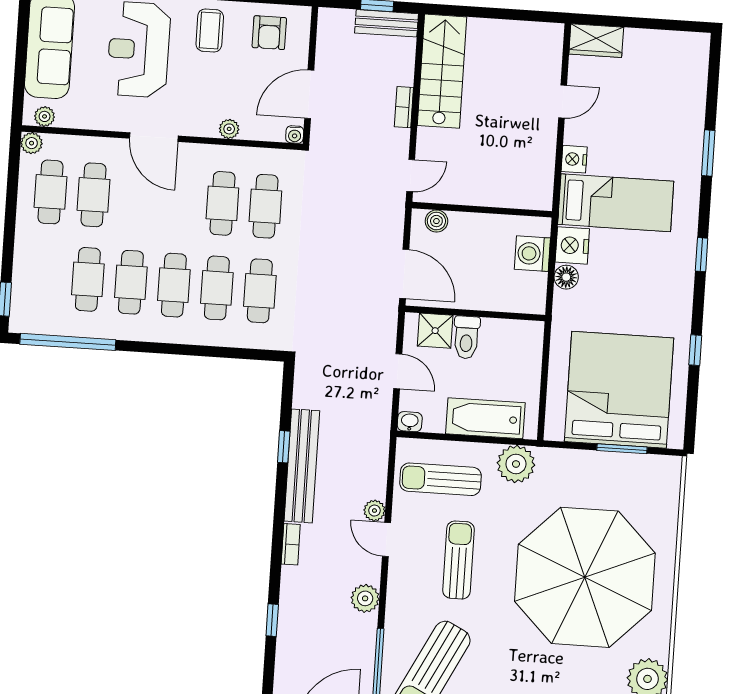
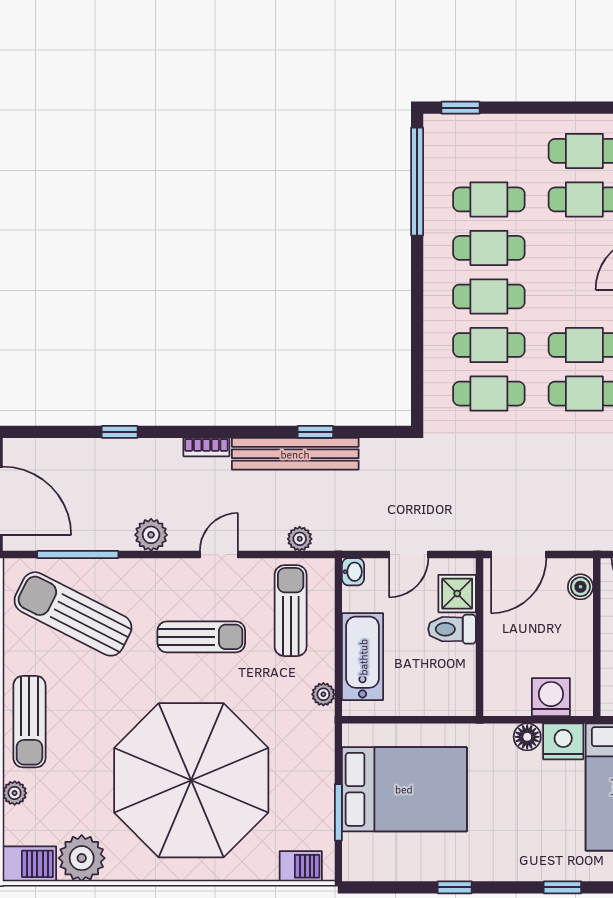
bed: (619, 390) -> (404, 789), width x0.73
plant: (516, 464) -> (323, 694), width x0.53, depth x0.53
barbecue: (668, 485) -> (301, 866), added
plant: (374, 511) -> (300, 539), moved

